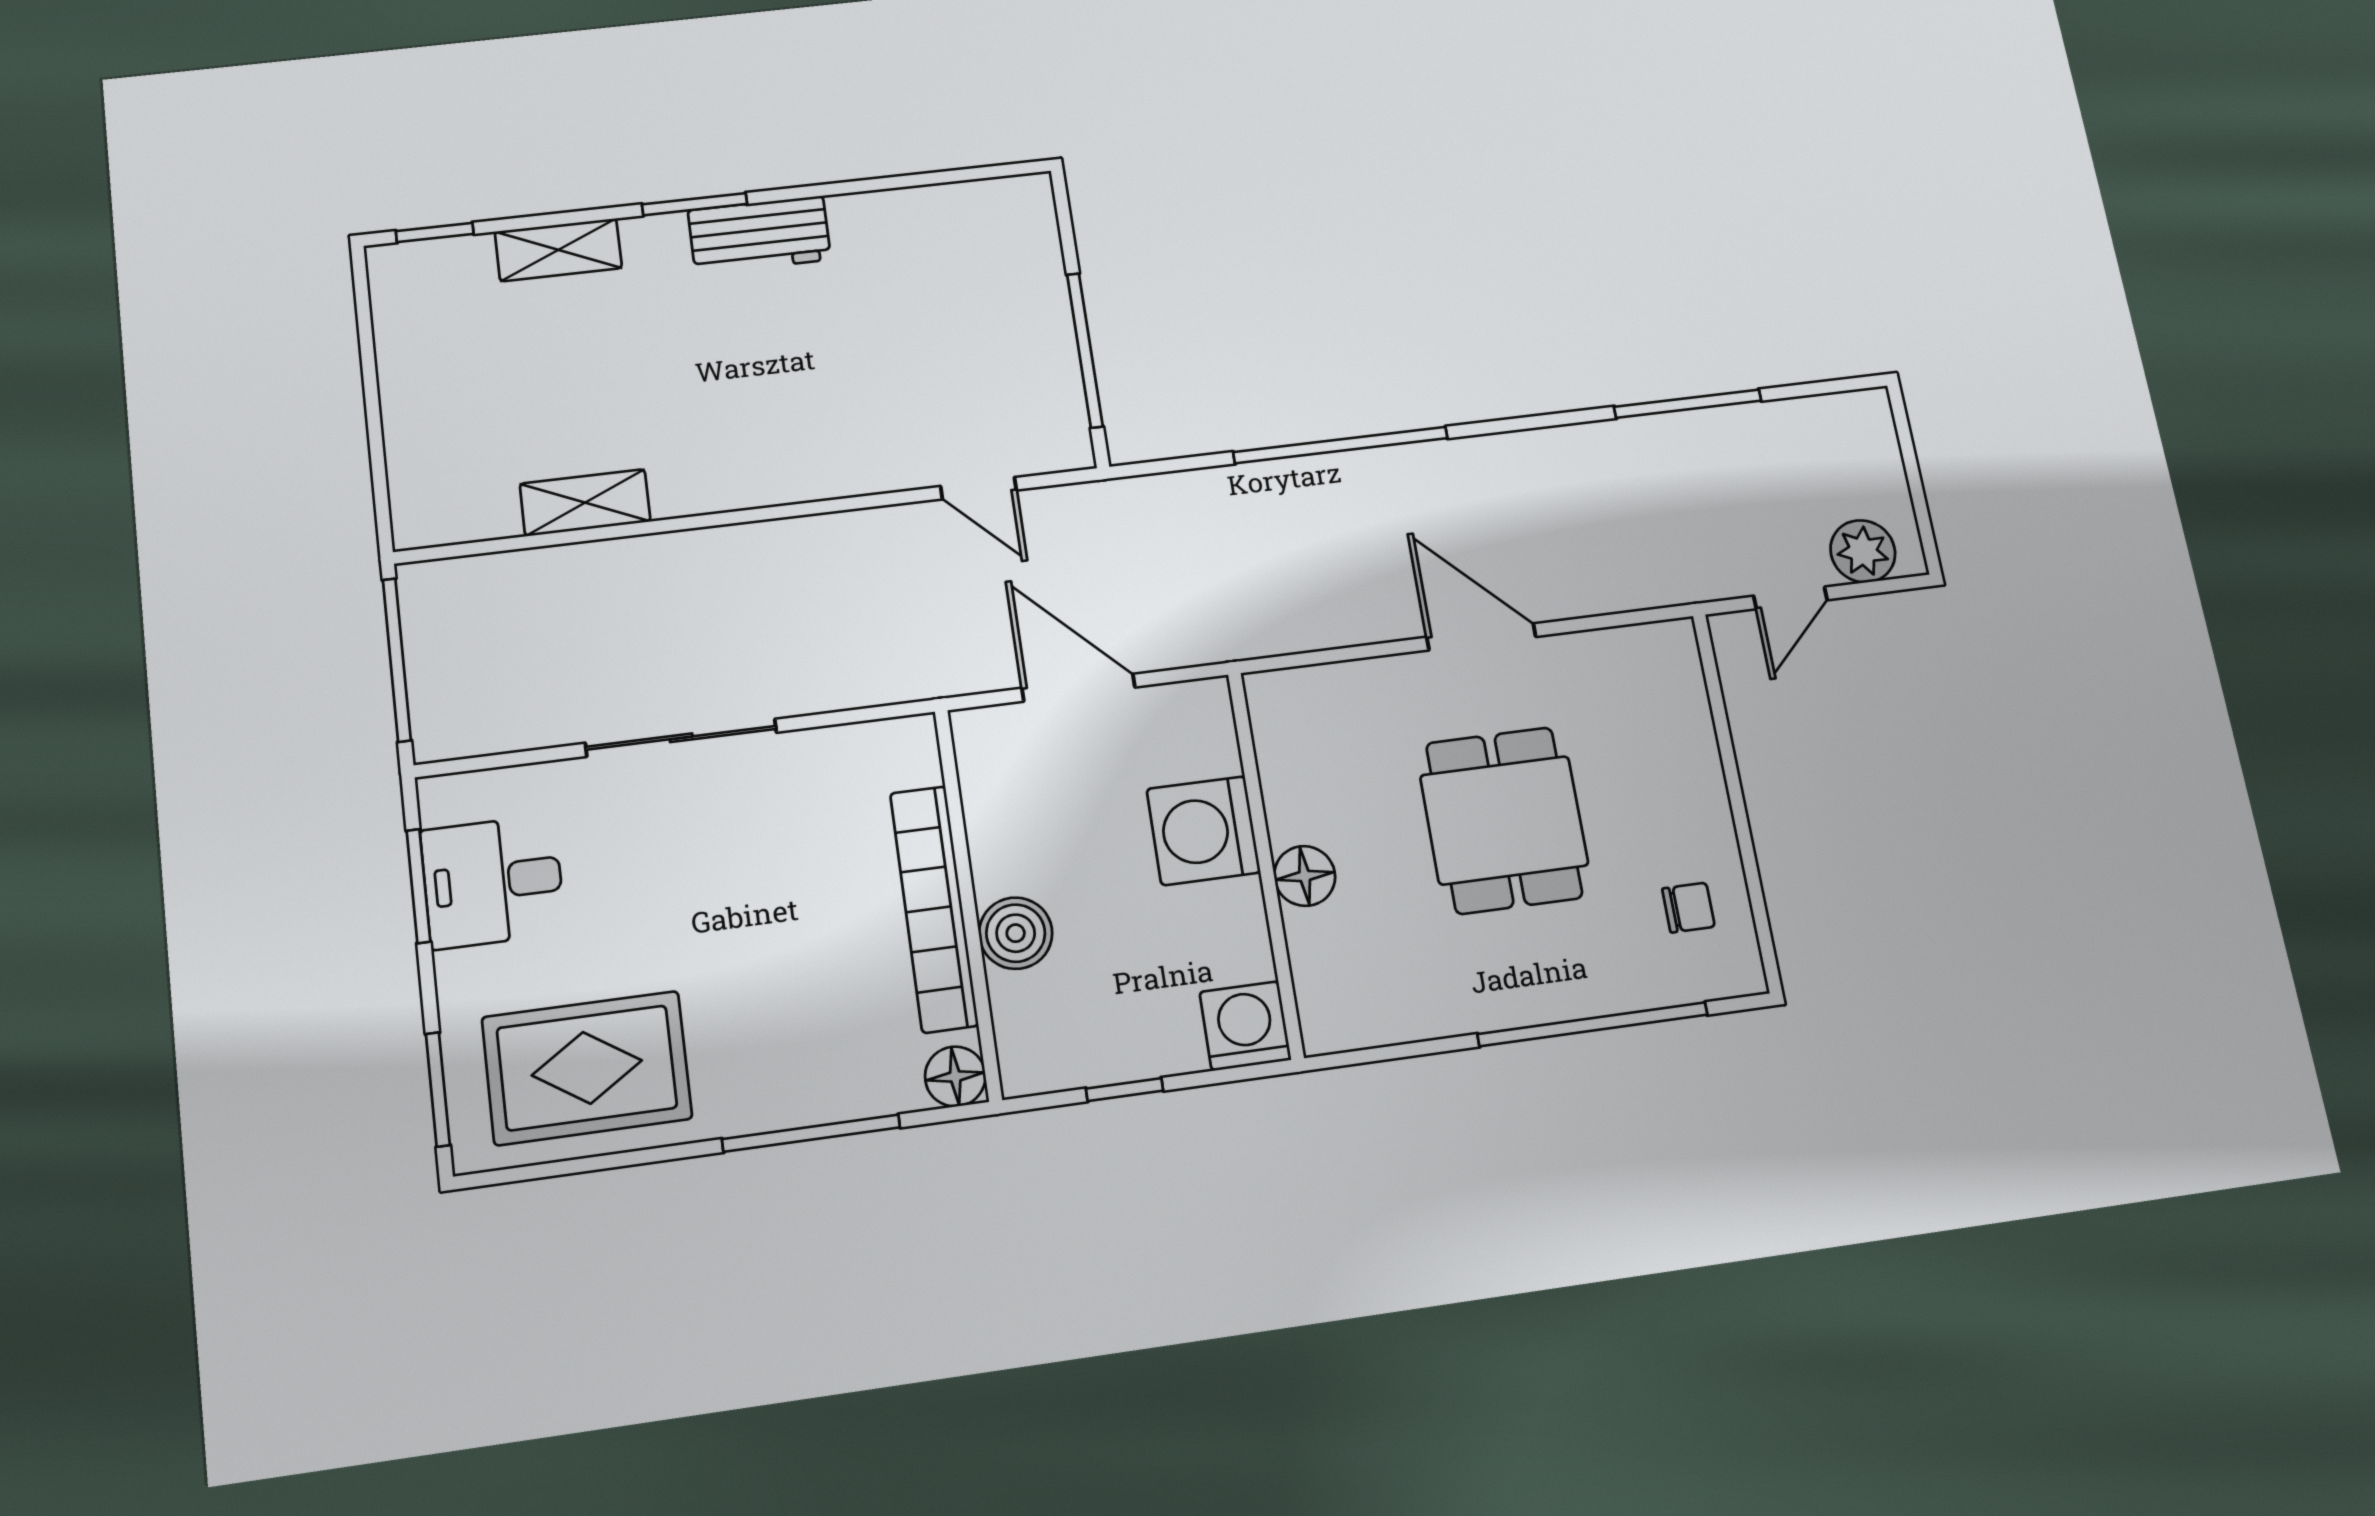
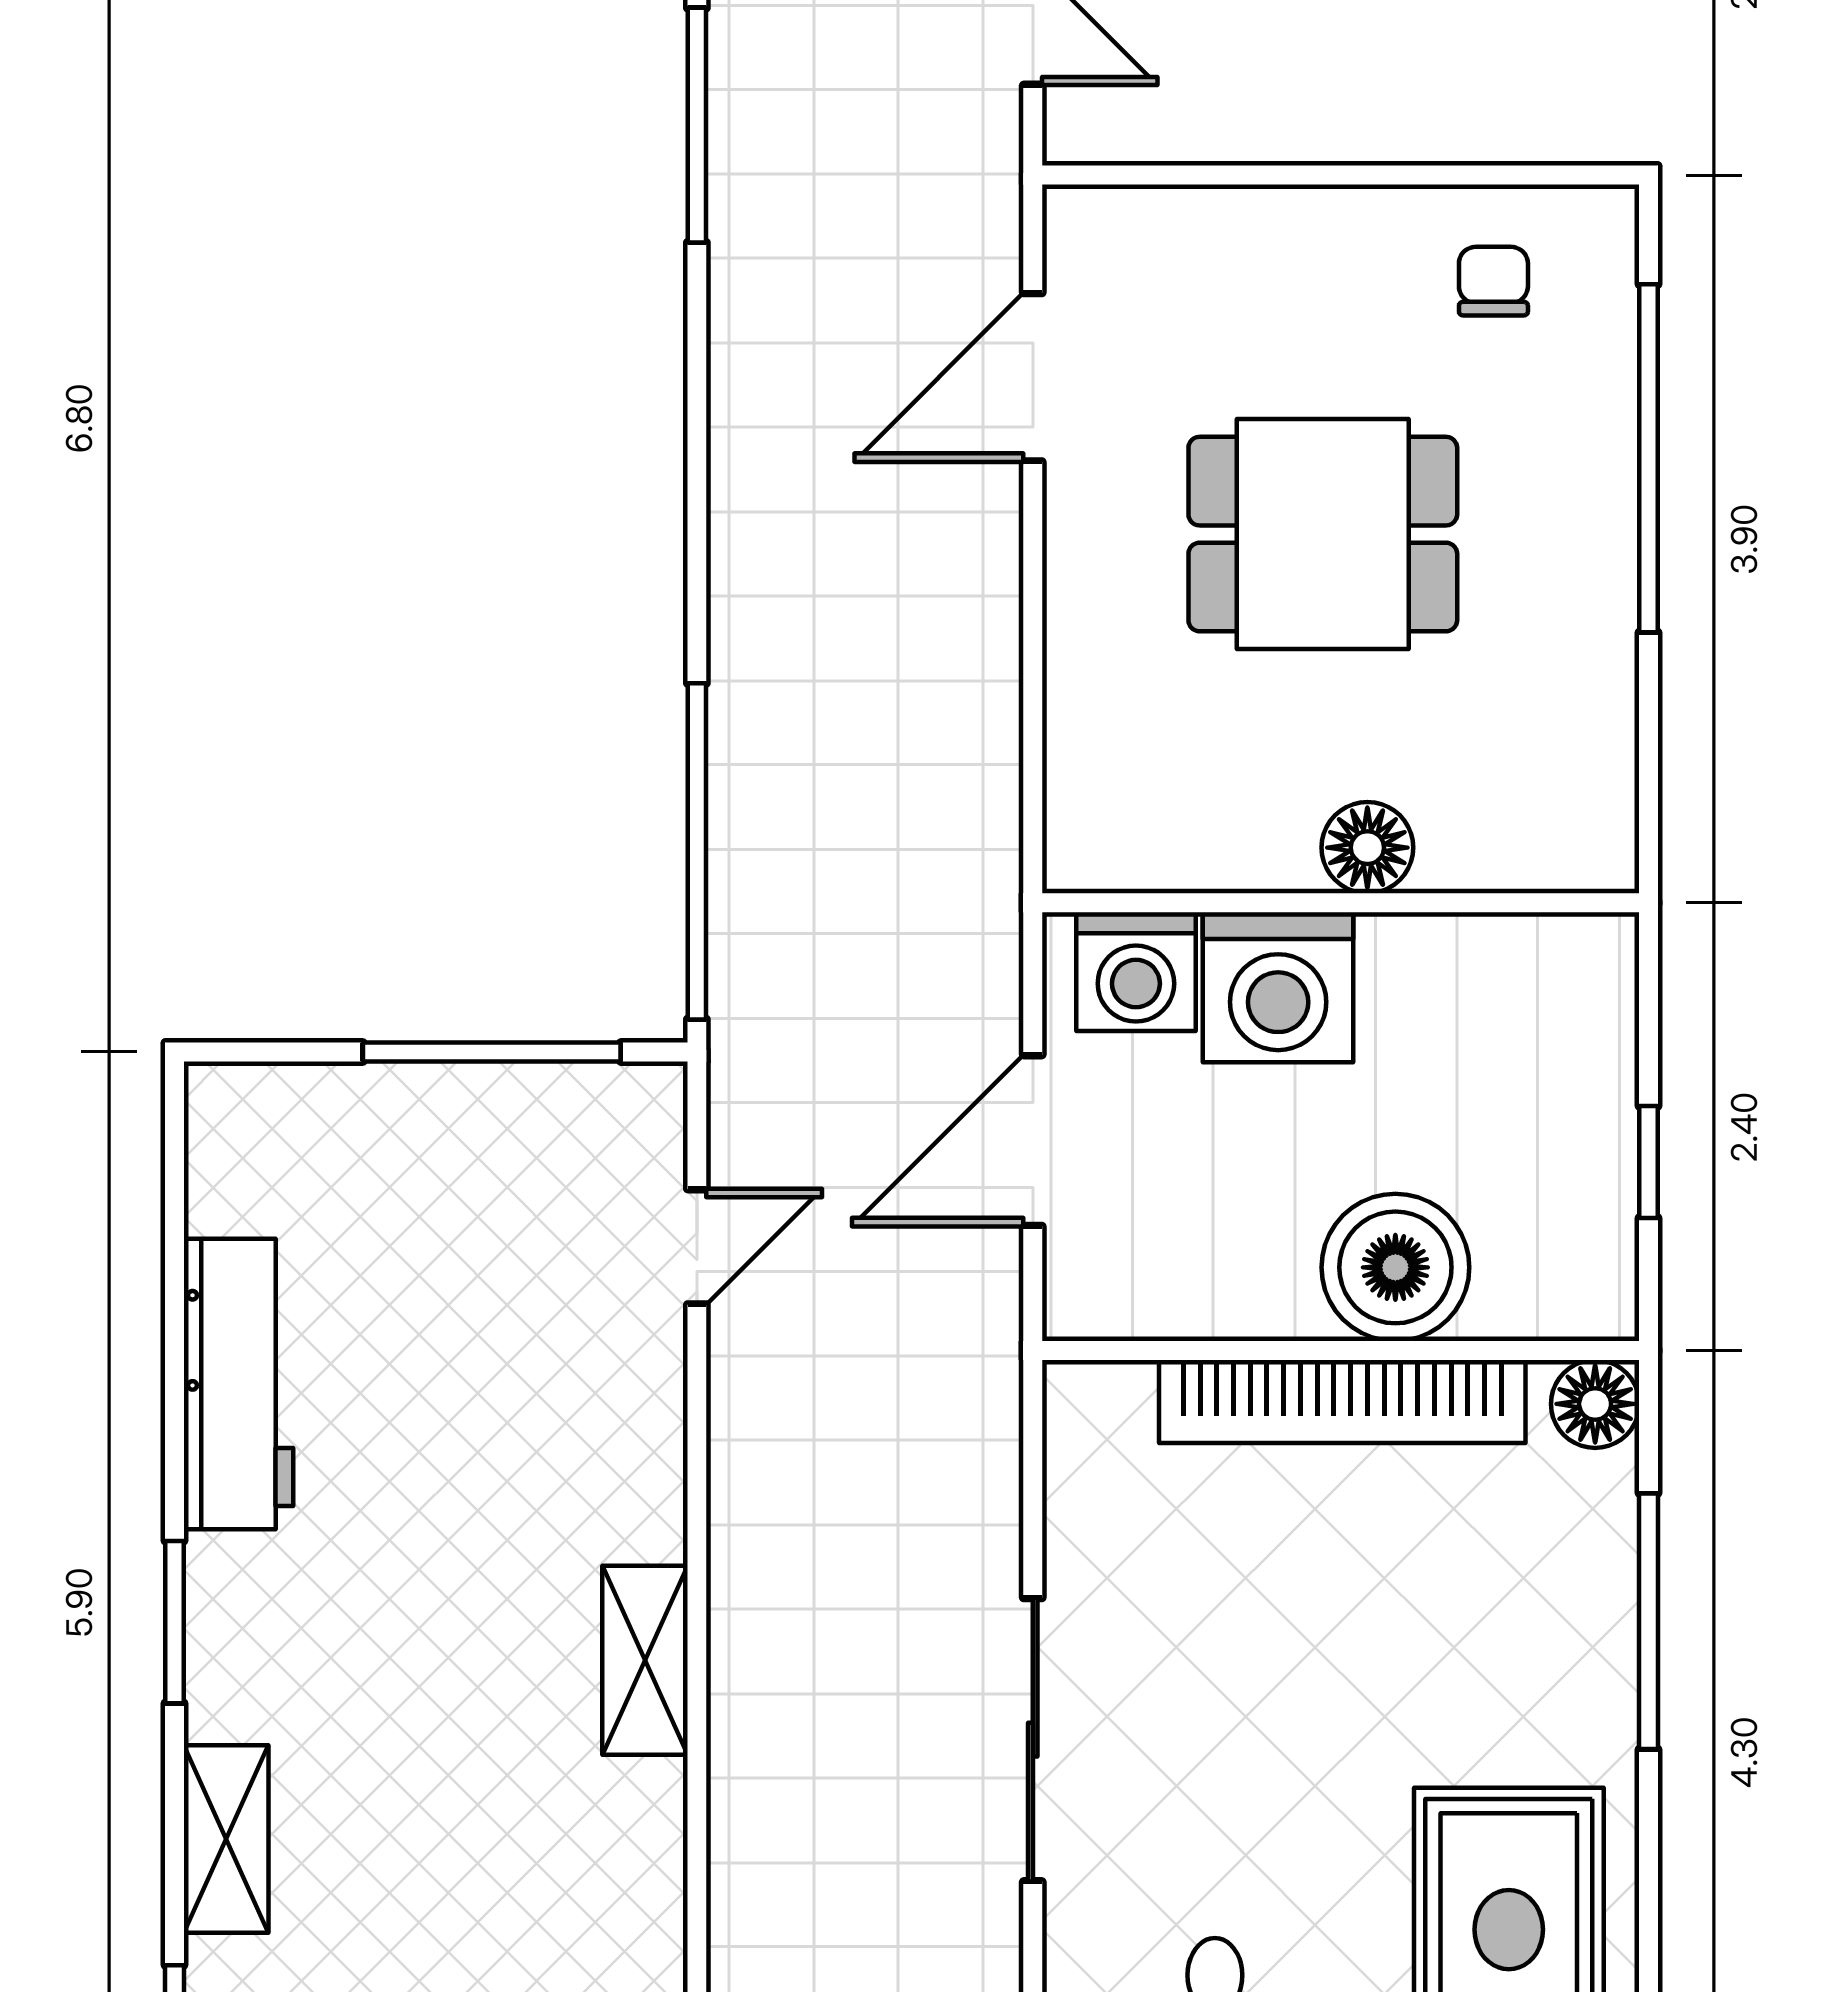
workbench: (759, 235) -> (238, 1384), moved, width x1.37
window: (1341, 445) -> (697, 851), moved
shelving: (585, 503) -> (645, 1660), moved
door: (1481, 637) -> (1033, 377), moved
boiler: (1016, 933) -> (1395, 1267), width x1.37, depth x1.37
washing machine: (1245, 1026) -> (1136, 972), moved, turned -90

